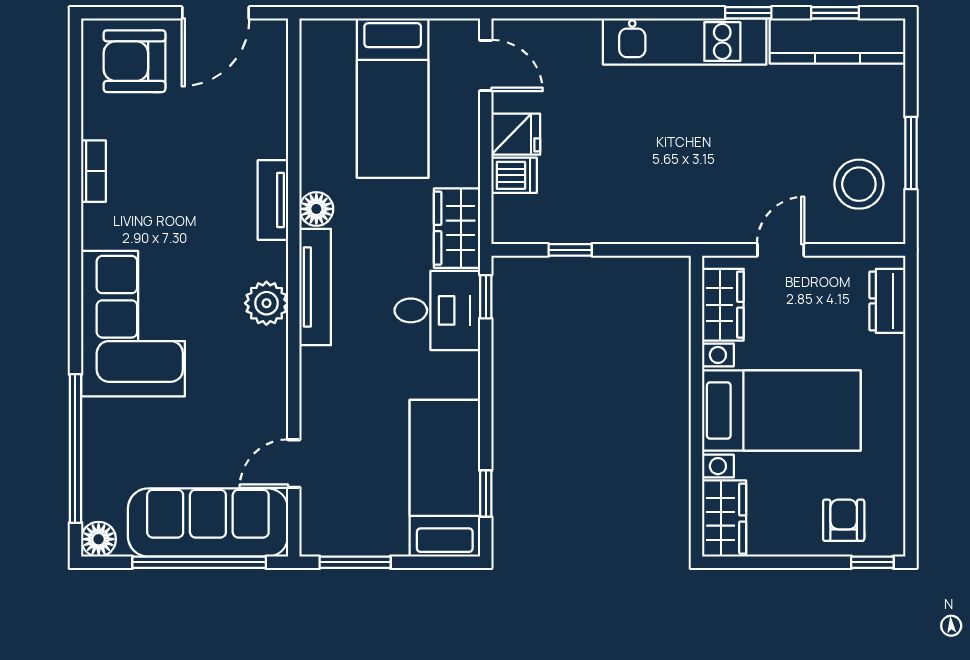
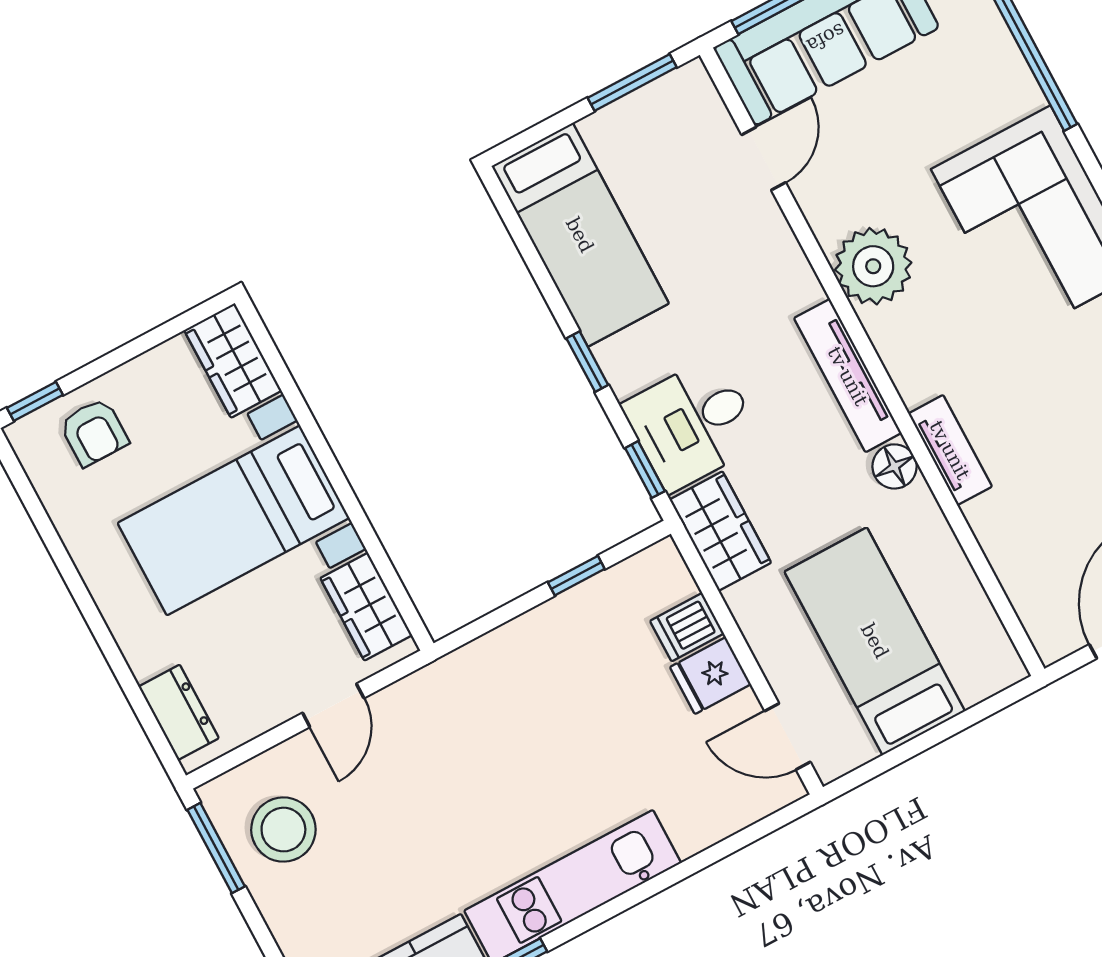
window: (911, 153) -> (216, 848), moved
plant: (266, 303) -> (873, 266), moved, width x1.36, depth x1.36
window: (486, 494) -> (587, 362), moved

